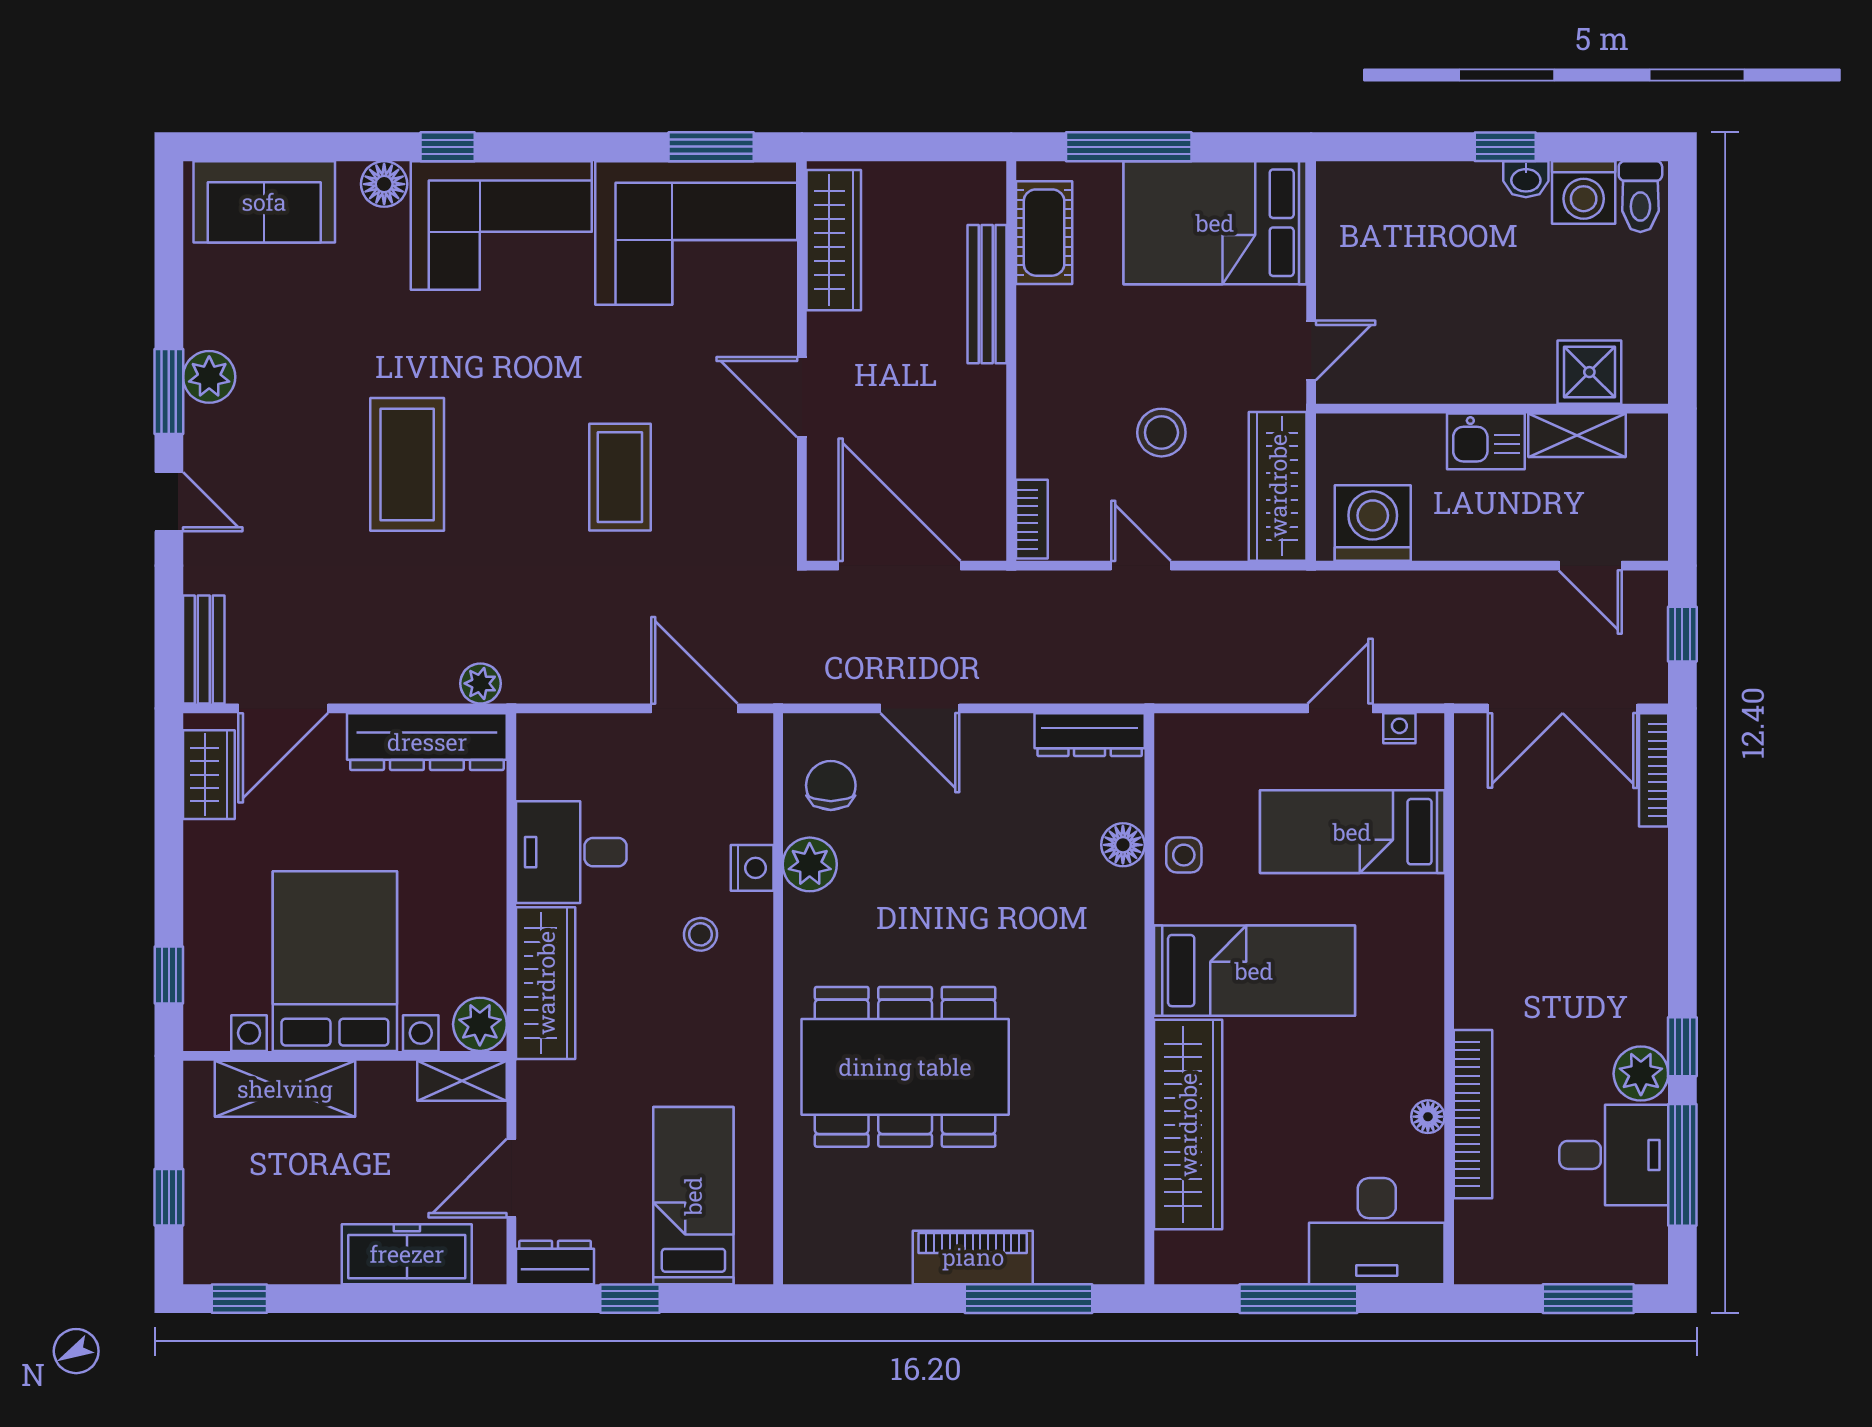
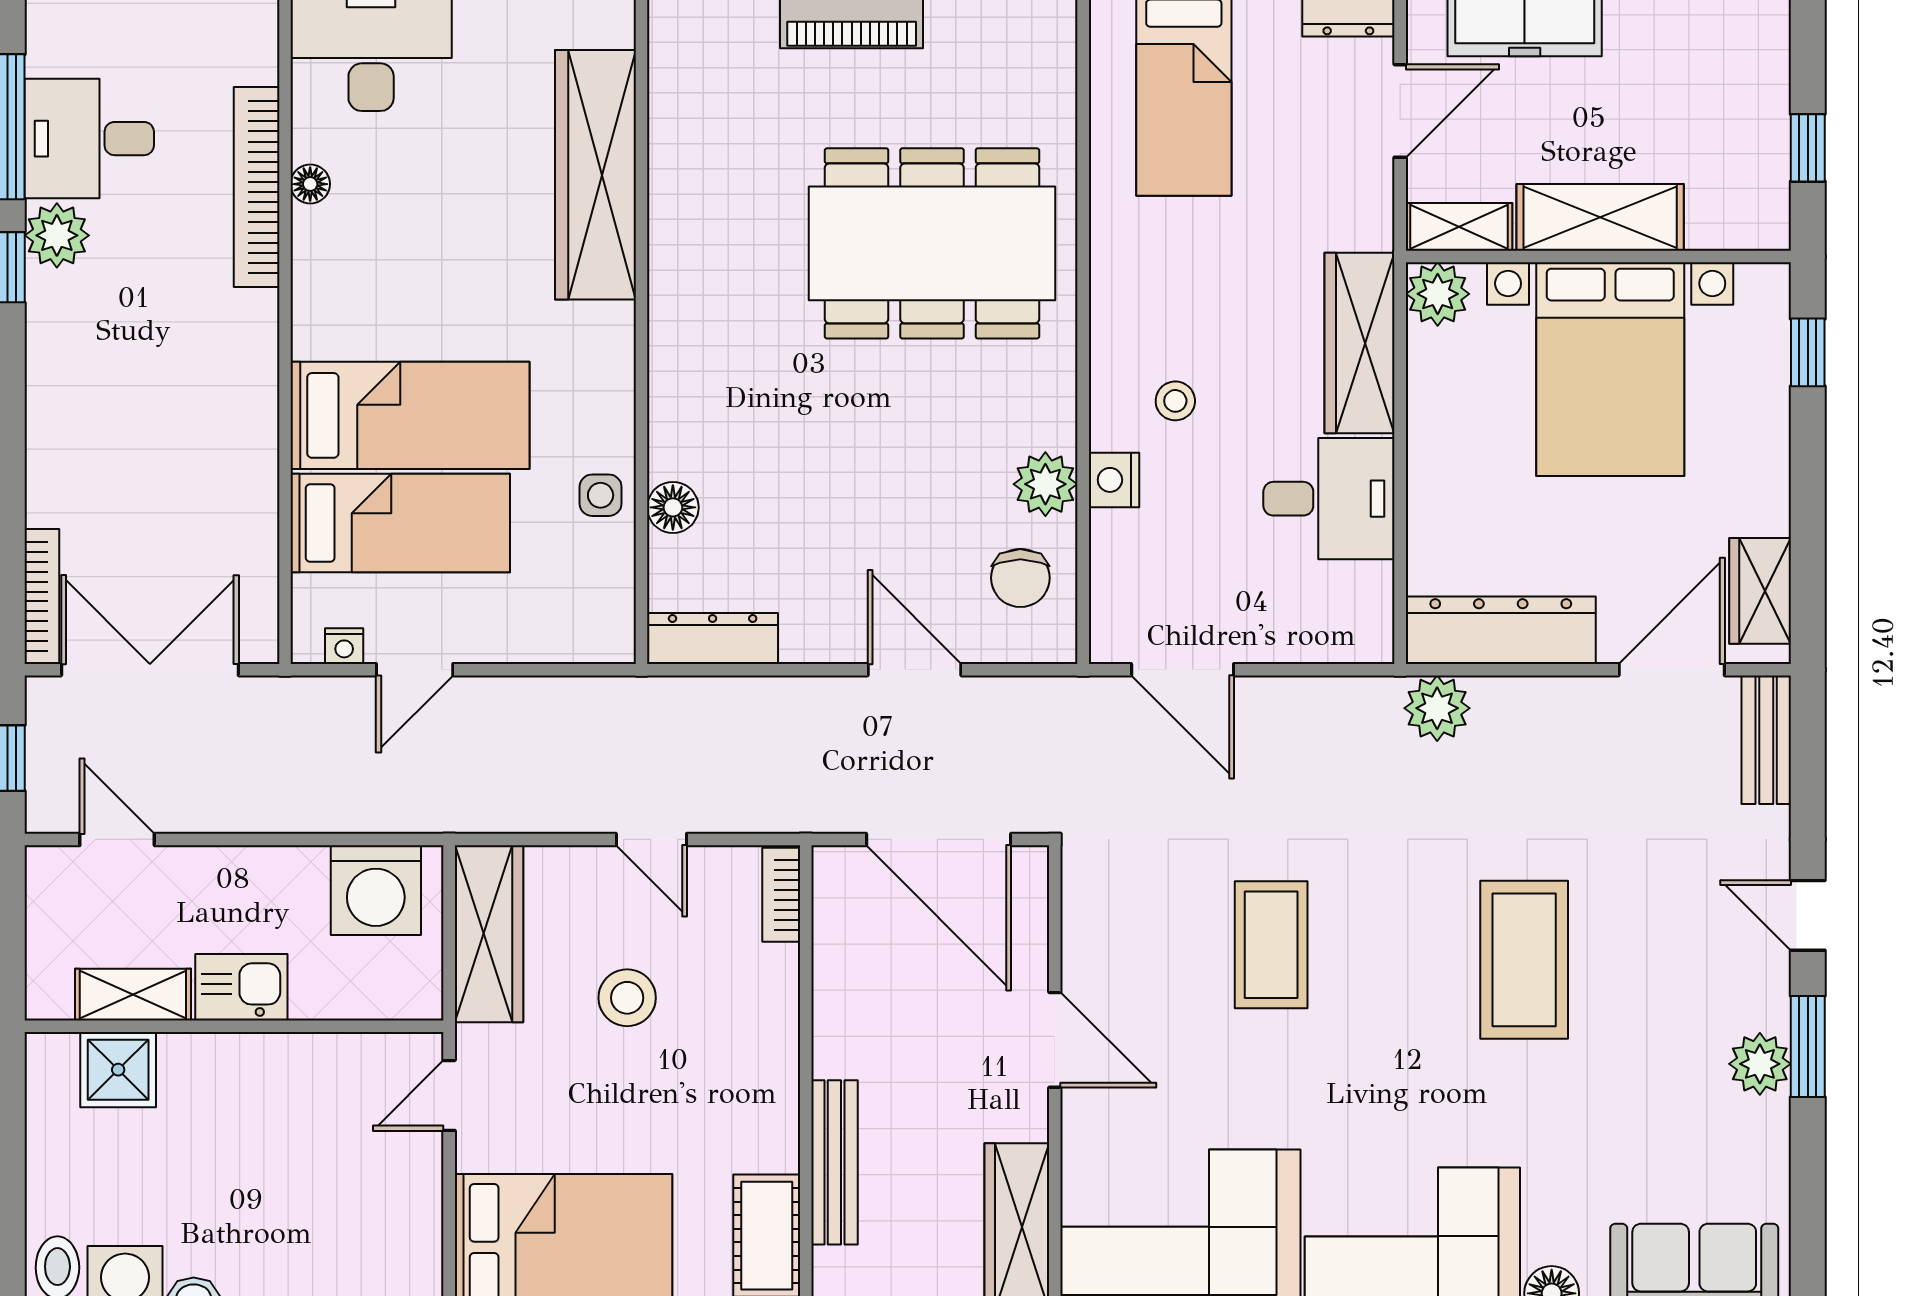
plant: (480, 683) -> (1437, 708), width x1.38, depth x1.38
bed: (1254, 971) -> (410, 415), moved, turned 180
shelving: (285, 1089) -> (1600, 217), moved
window: (169, 1197) -> (1808, 148), moved

